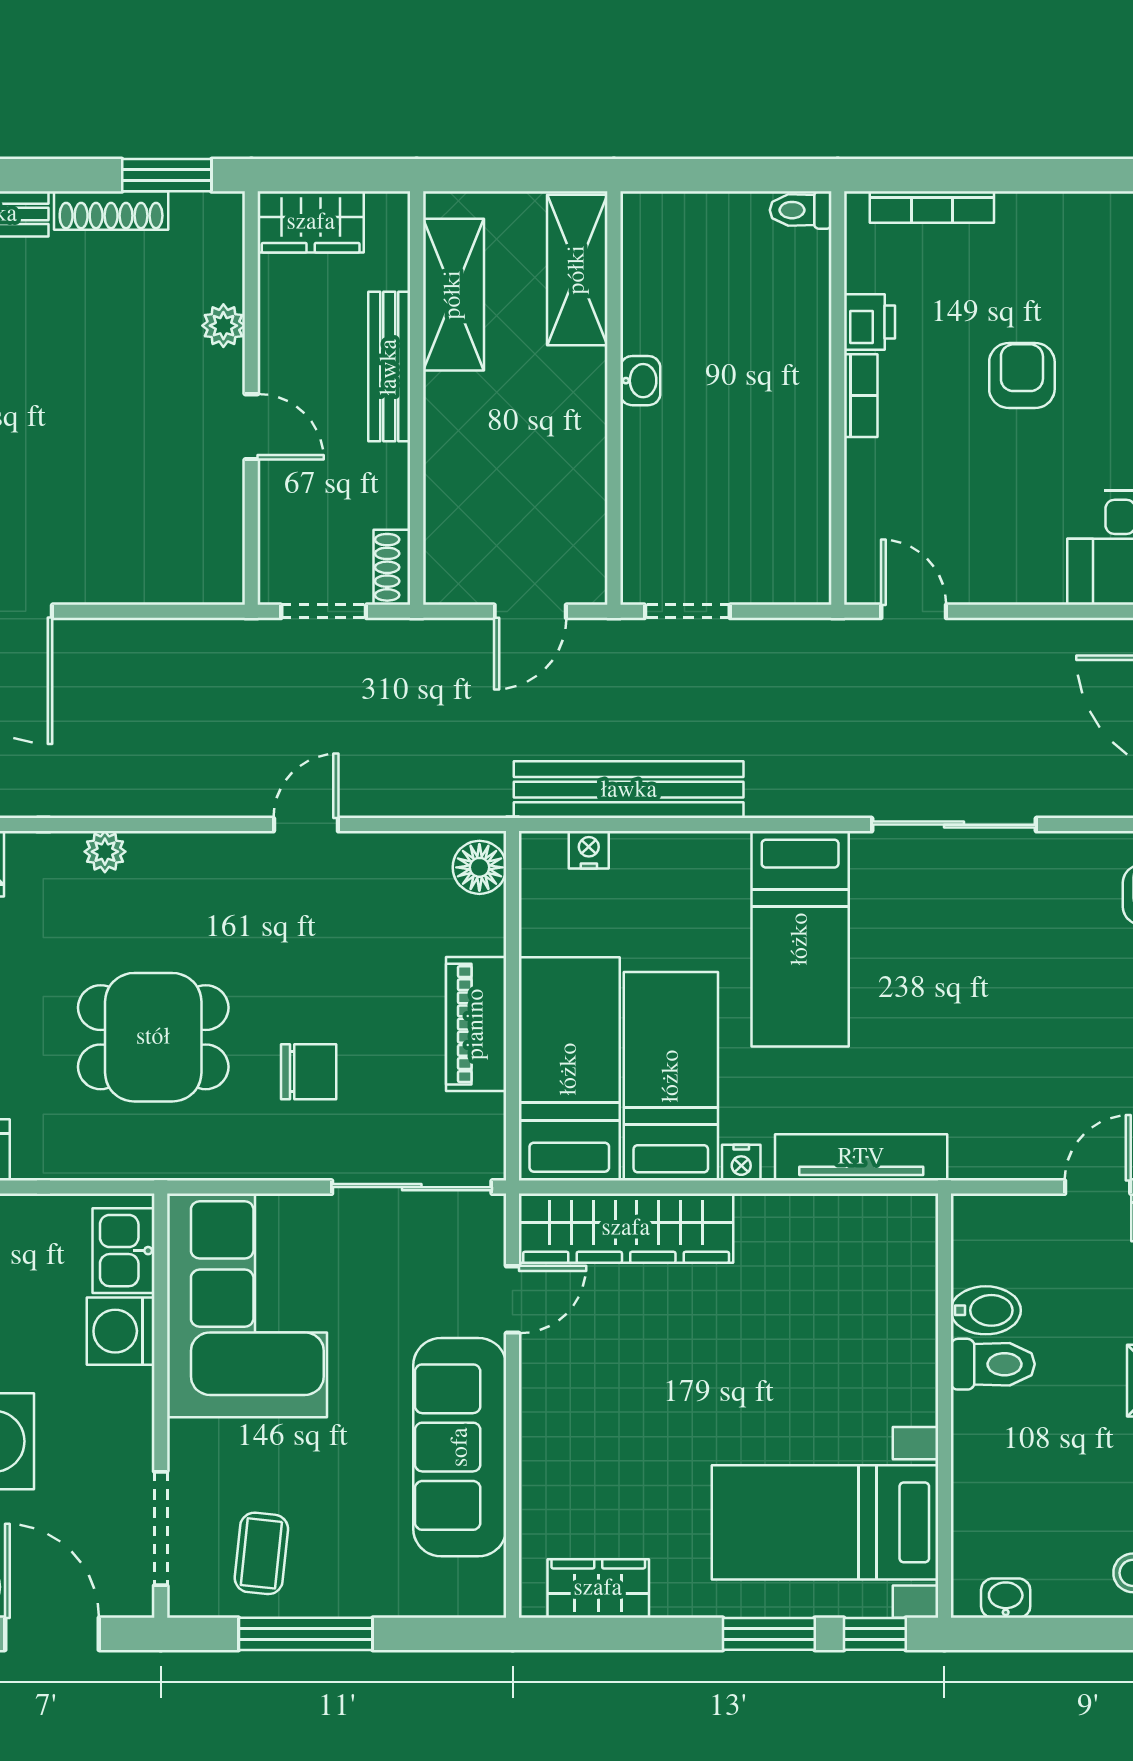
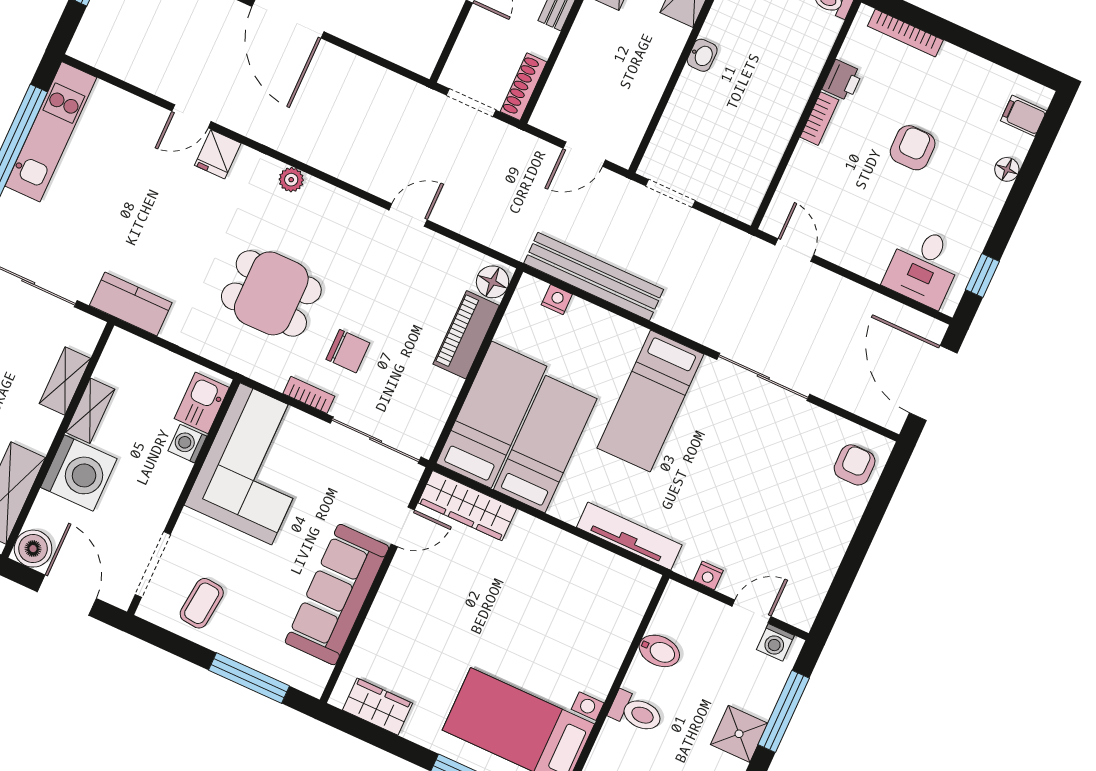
shoe rack: (392, 567) -> (524, 87), width x1.43
piano: (476, 1024) -> (466, 335), moved
nightstand: (741, 1163) -> (708, 576), moved
bookcase: (280, 1165) -> (309, 395), added
wardrobe: (626, 1228) -> (467, 506), width x0.71, depth x0.85
washing machine: (121, 1331) -> (187, 444), width x0.73, depth x0.73
toilet: (993, 1364) -> (636, 712), moved
window: (306, 1634) -> (249, 678), moved

